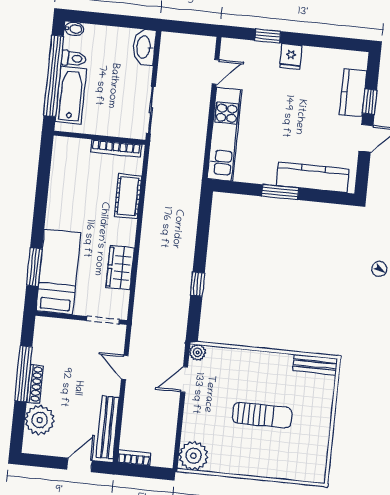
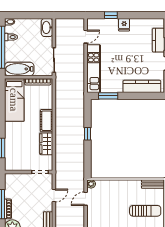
bathtub: (71, 95) -> (19, 69), moved, turned -90
window: (280, 192) -> (108, 96), moved
cot: (128, 196) -> (47, 121), moved
bed: (58, 272) -> (14, 100), moved, turned 180
window: (198, 284) -> (87, 134), moved
door: (125, 367) -> (54, 196), swing flipped
sun lounger: (262, 415) -> (145, 211), moved

